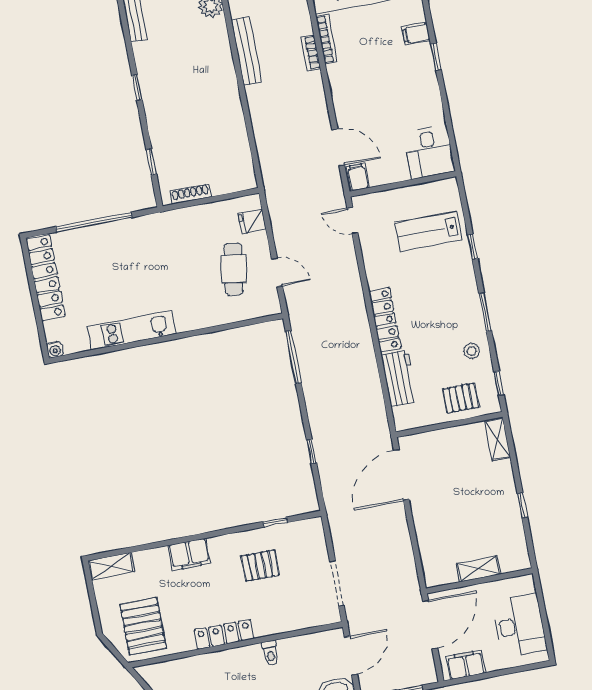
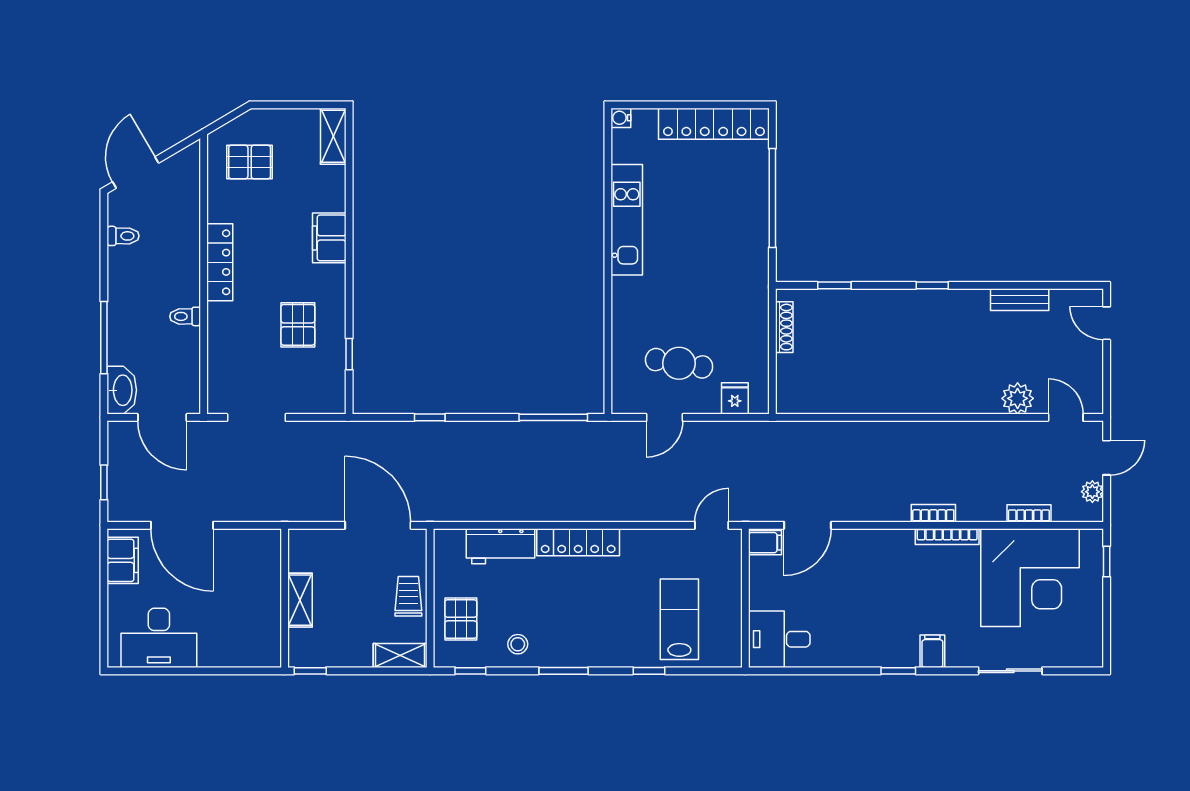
bench: (247, 51) -> (951, 433), removed
trolley: (451, 441) -> (408, 596), added
shelving: (479, 569) -> (300, 600), moved
wall: (479, 581) -> (285, 598), moved
pallet: (143, 626) -> (250, 162), width x0.67, depth x0.71

